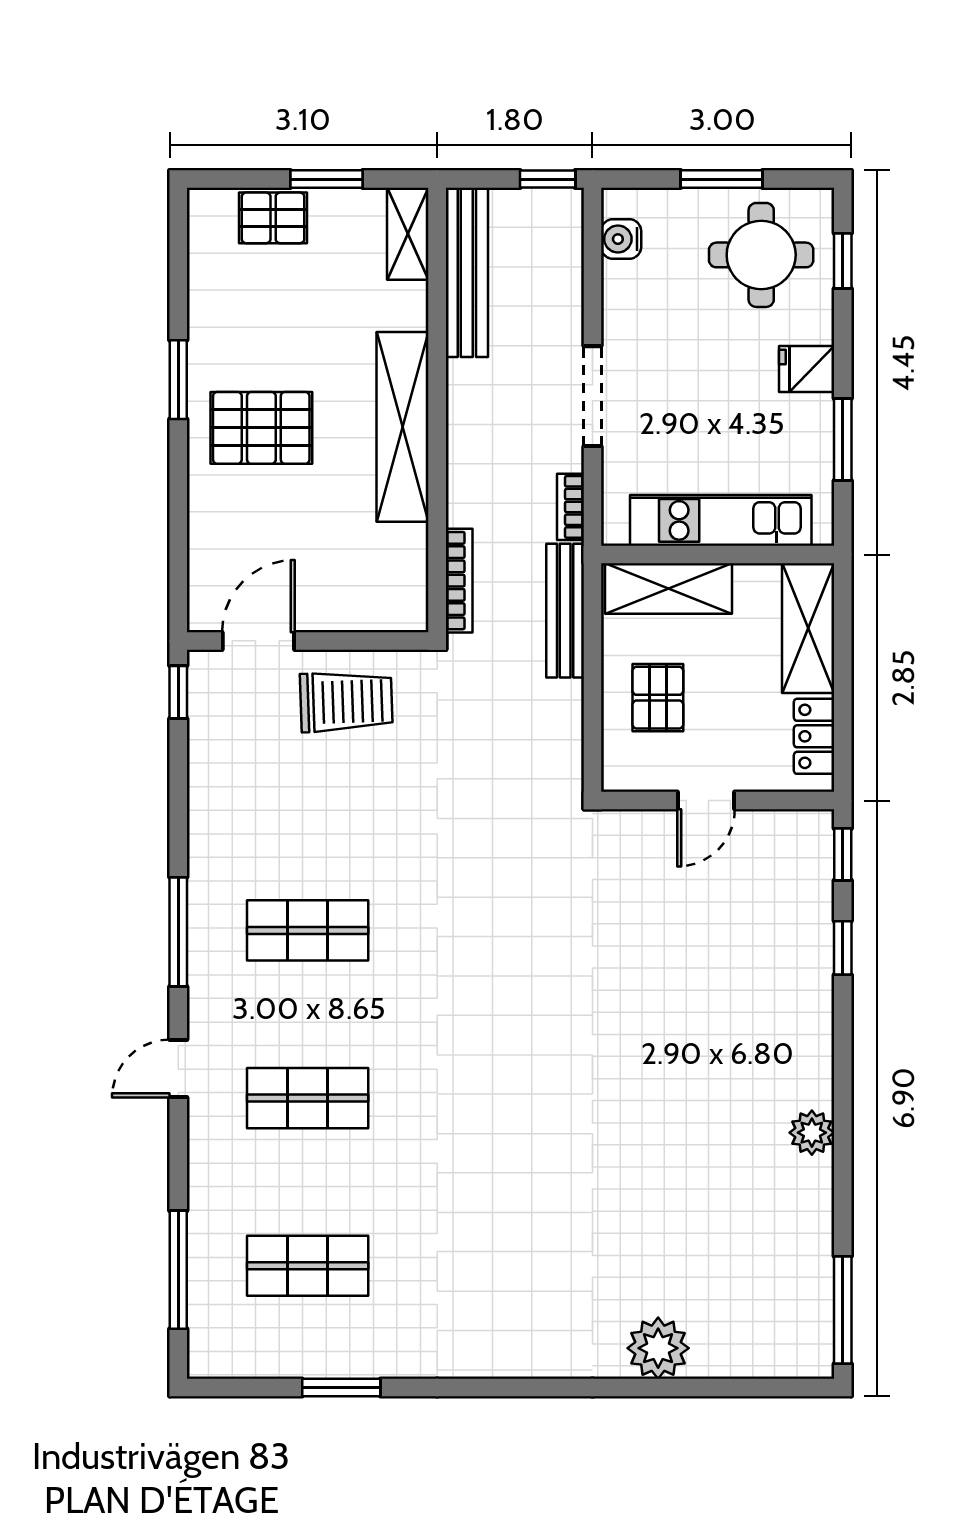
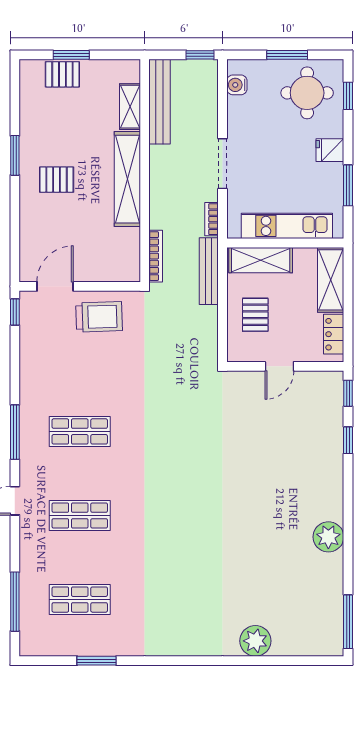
window: (326, 179) -> (71, 55), moved
shelving: (408, 234) -> (130, 107), moved
pallet: (261, 428) -> (57, 180), width x0.67, depth x0.71
plant: (812, 1133) -> (328, 537), width x1.36, depth x1.36

